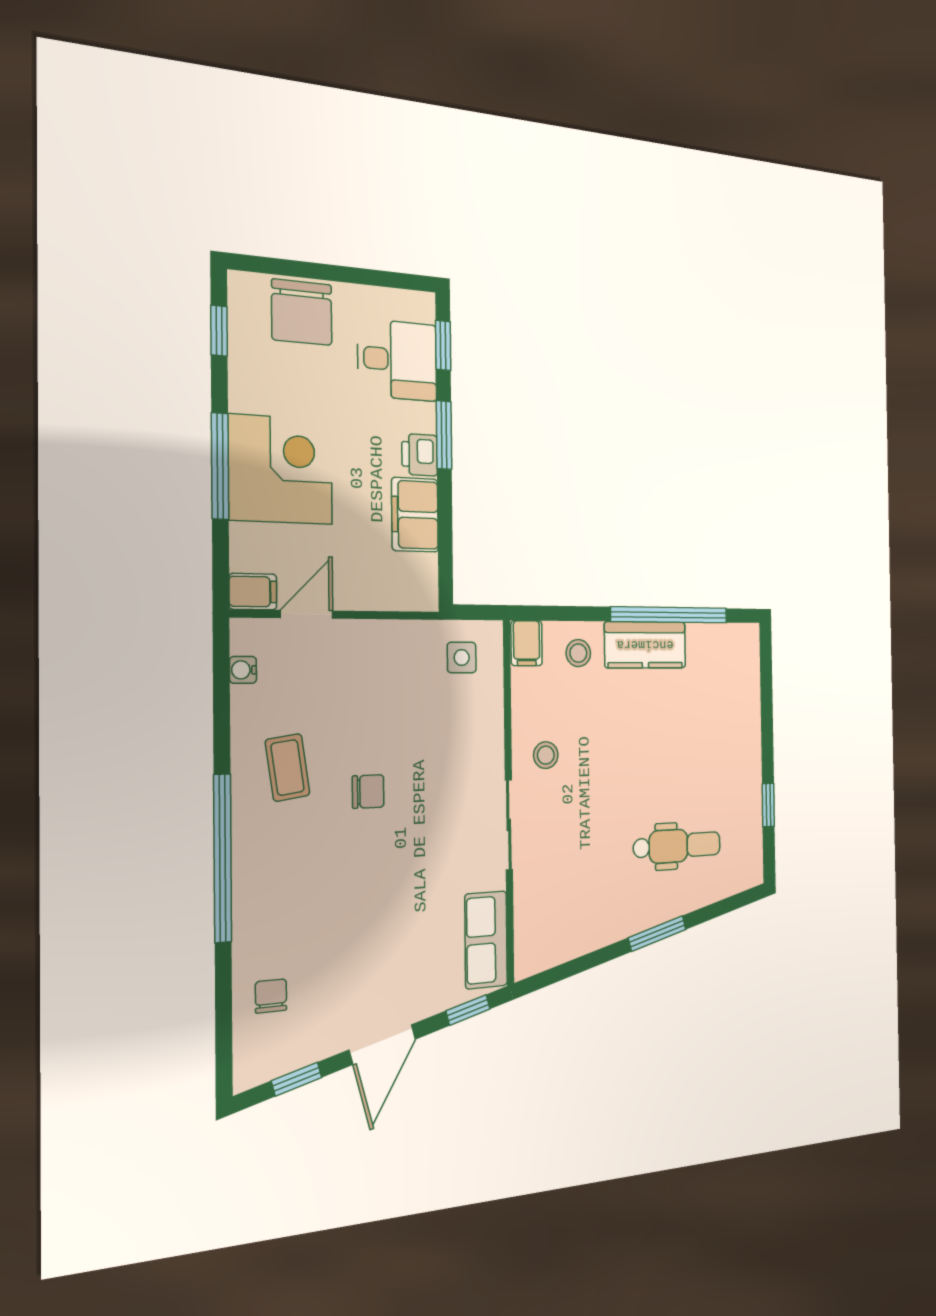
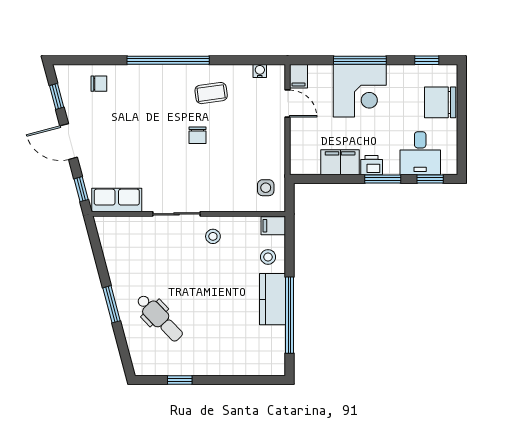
dental chair: (677, 846) -> (160, 318), turned -44

